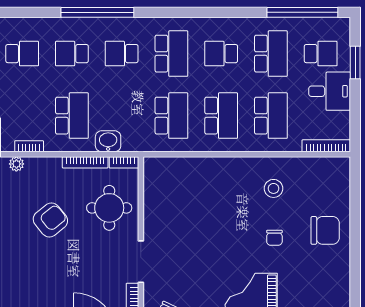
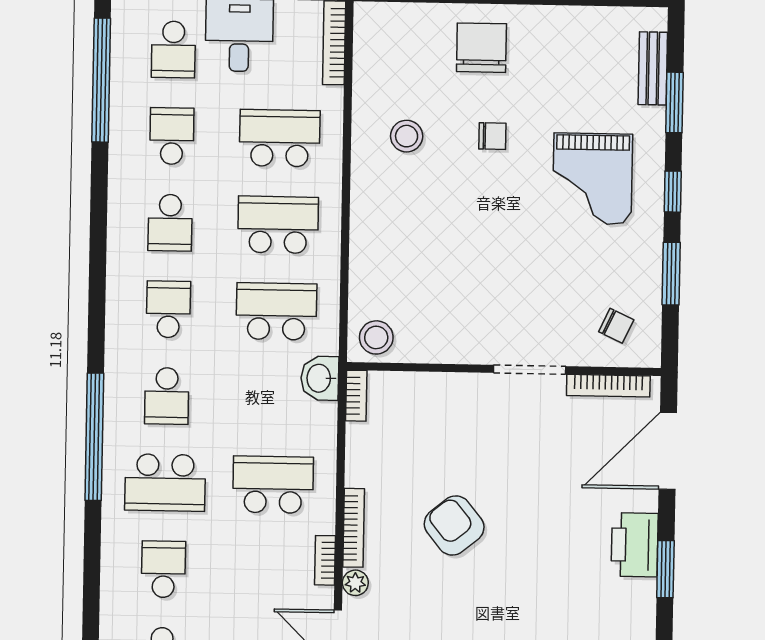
school desk: (72, 54) -> (165, 483), width x1.85
school desk: (171, 54) -> (168, 309), width x0.54
school desk: (271, 54) -> (172, 136), width x0.54
school desk: (321, 54) -> (173, 49), turned 180
washbasin: (108, 141) -> (320, 378), moved
bookcase: (85, 162) -> (354, 528), moved
stool: (158, 173) -> (376, 337), added
round table: (109, 208) -> (435, 423), removed

